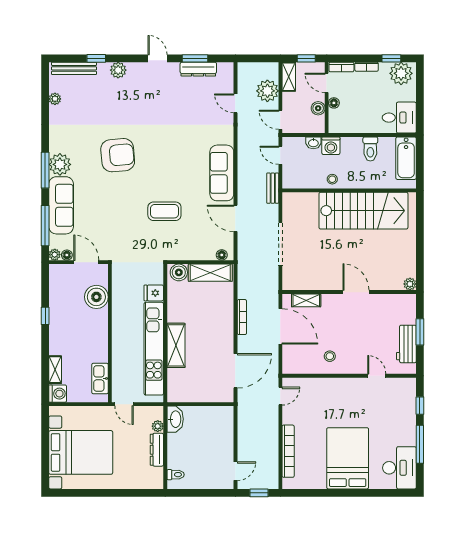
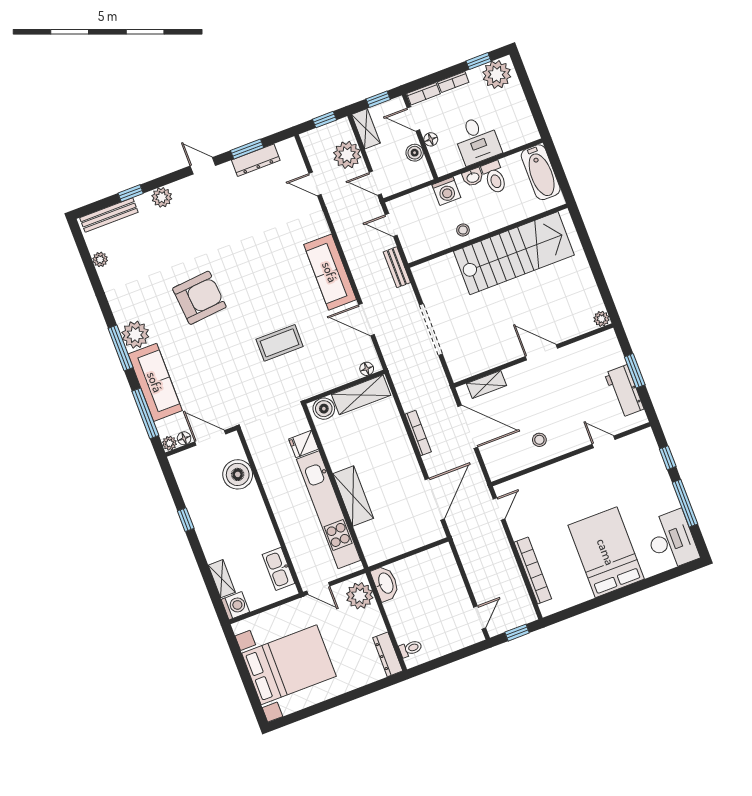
window: (261, 58) -> (324, 120), added
desk: (399, 118) -> (477, 140), moved, turned 90
washbasin: (313, 143) -> (473, 177), moved
plant: (158, 426) -> (360, 596), width x1.88, depth x1.88
dresser: (157, 450) -> (388, 654), moved

